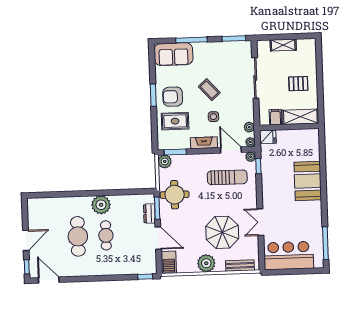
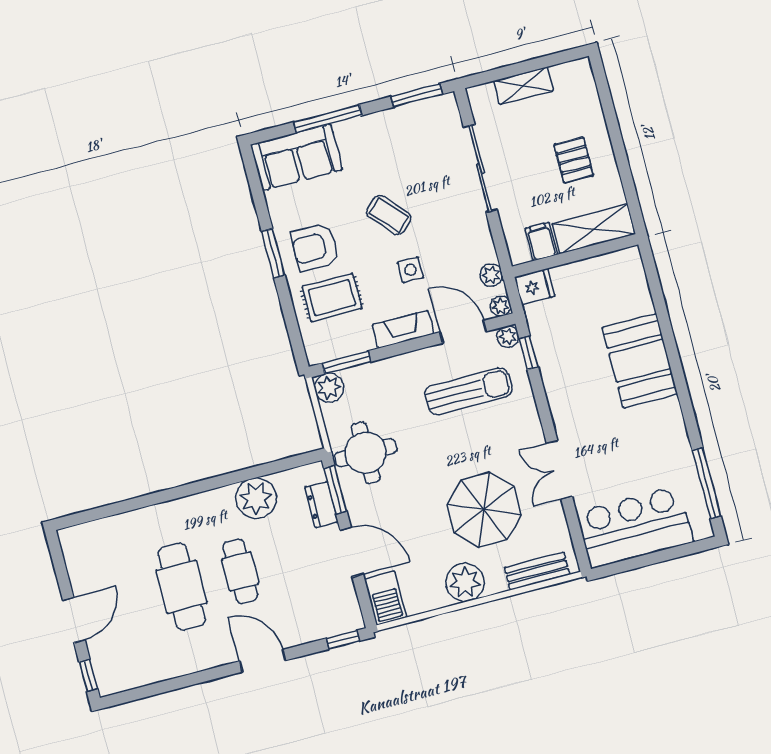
pallet: (298, 84) -> (574, 160), turned 90
plant: (101, 205) -> (256, 498), moved
door: (49, 280) -> (263, 661), moved

